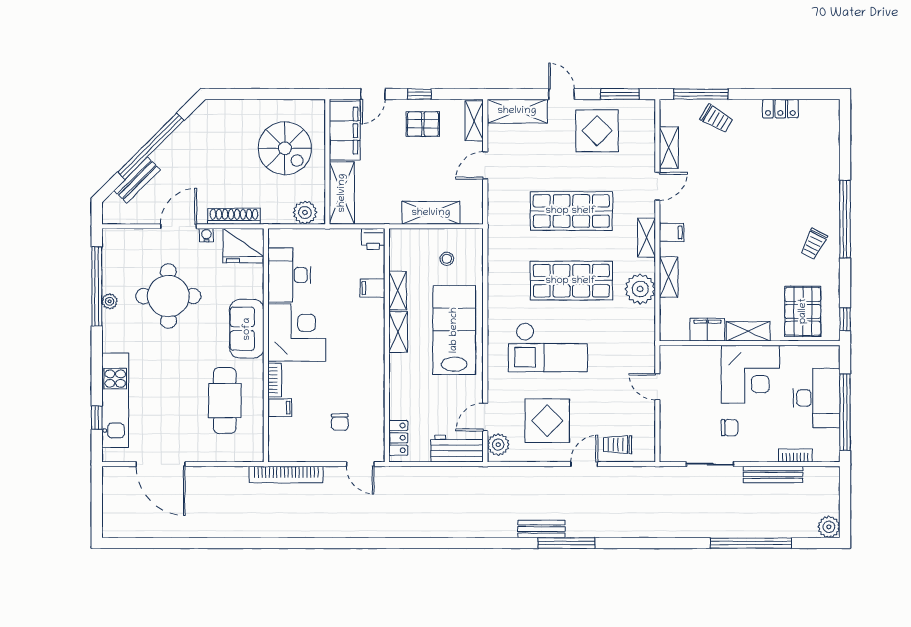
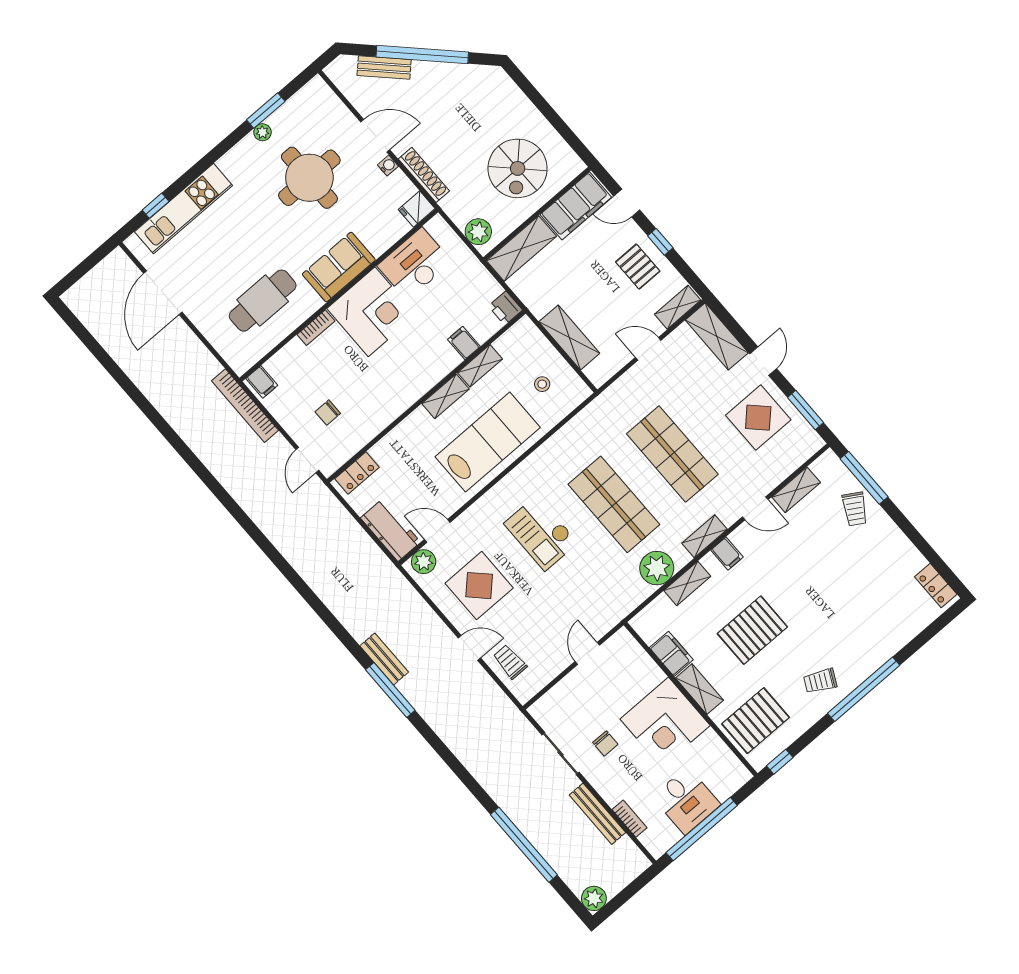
locker: (780, 109) -> (936, 586), moved
fridge: (244, 246) -> (417, 209), width x0.53, depth x0.75
pallet: (739, 260) -> (752, 630), added
window: (97, 286) -> (266, 111), width x0.47
checkout: (548, 347) -> (541, 533), width x0.73, depth x0.83
desk: (817, 398) -> (686, 801), width x0.73
filing cabinet: (280, 408) -> (262, 382), moved

